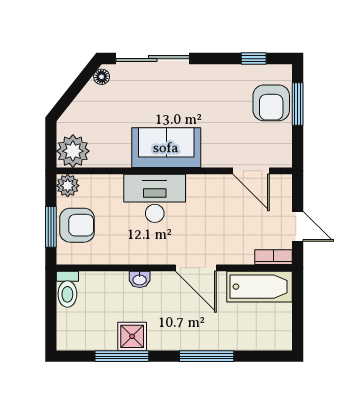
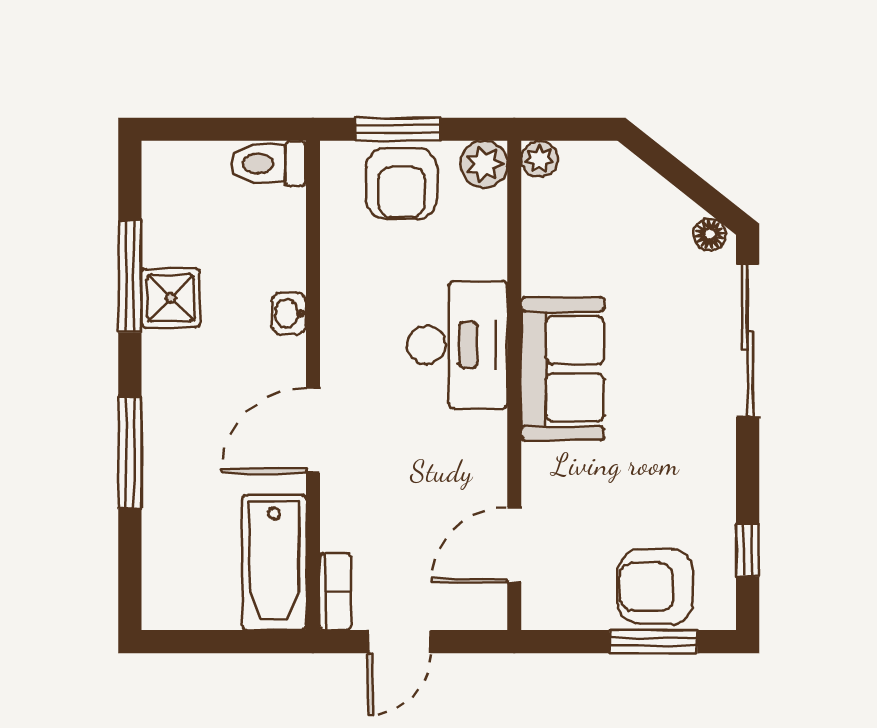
plant: (73, 151) -> (539, 159), width x0.53, depth x0.53

